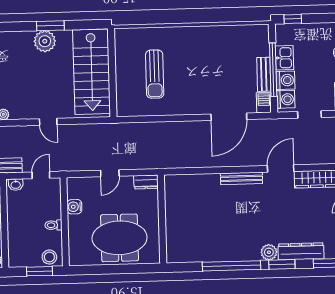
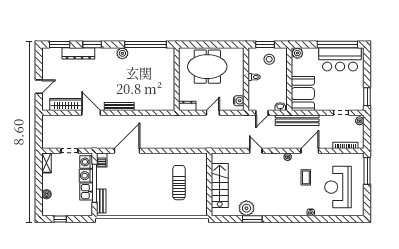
window: (293, 19) -> (60, 219), moved
plant: (45, 41) -> (246, 208), moved
stairs: (92, 72) -> (220, 185), width x0.73, depth x0.66
bench: (264, 74) -> (101, 201), moved
door: (281, 168) -> (91, 113), swing flipped
water cooler: (74, 207) -> (239, 101), moved
plant: (269, 252) -> (122, 53), moved
stool: (49, 257) -> (269, 59), moved
window: (231, 266) -> (145, 44), moved

